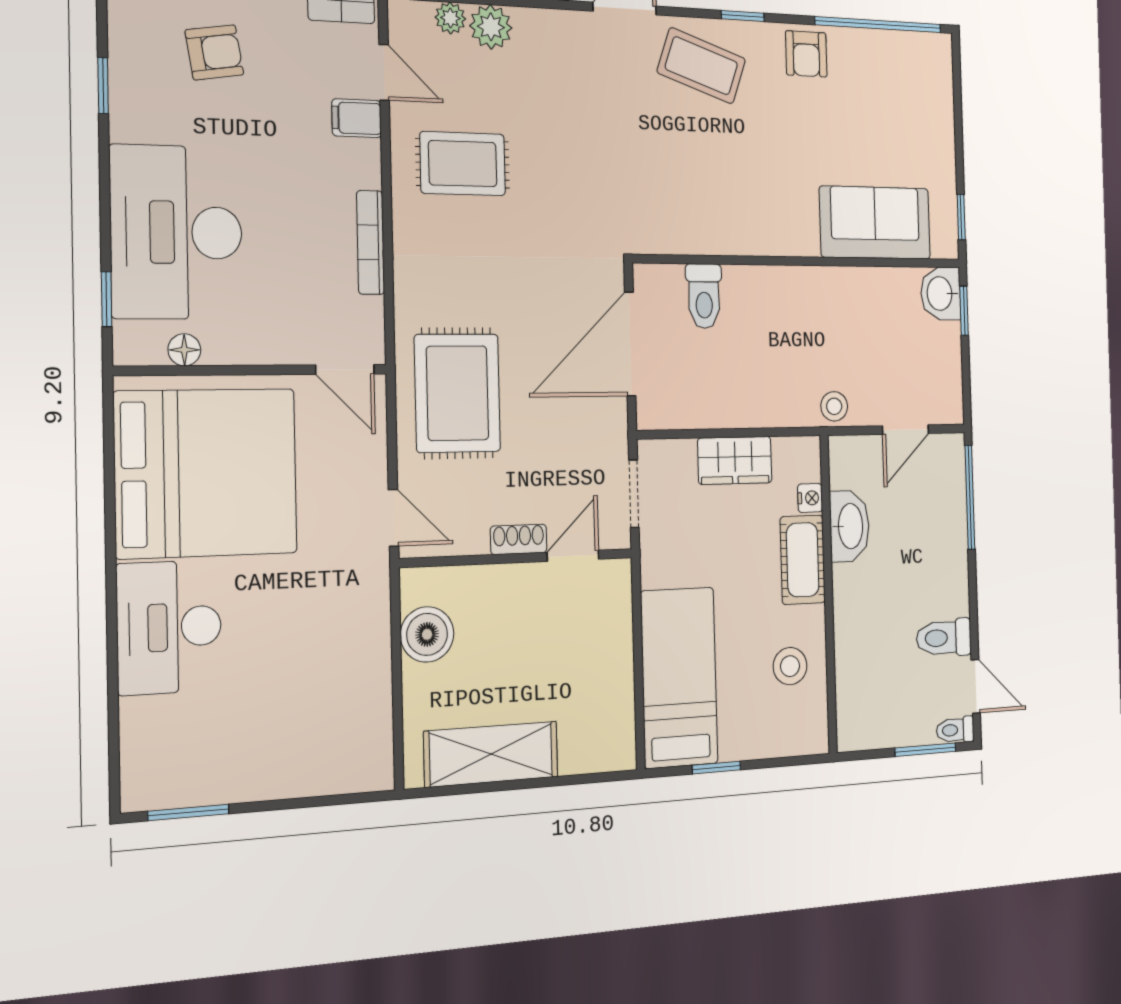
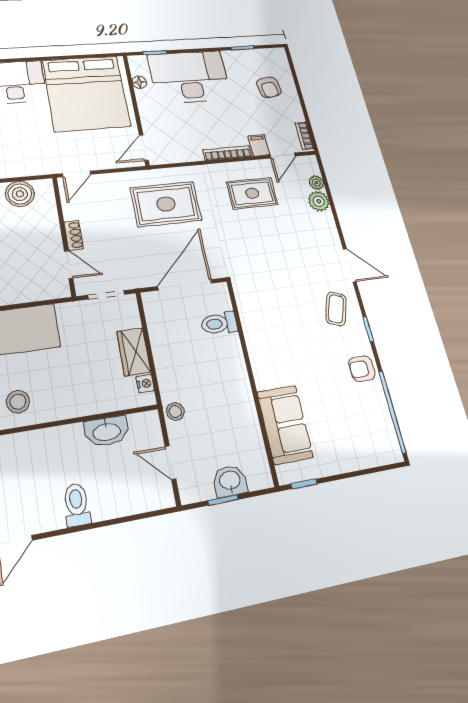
coffee table: (701, 66) -> (336, 309), width x0.73, depth x0.77
rug: (463, 164) -> (252, 193), turned 90
bookcase: (371, 242) -> (227, 153), moved
washbasin: (941, 294) -> (230, 481), moved
window: (964, 311) -> (223, 500), moved
door: (630, 344) -> (185, 285), hinge flipped
rug: (458, 393) -> (166, 204), moved
window: (970, 497) -> (137, 517), removed
nightstand: (810, 498) -> (145, 384), moved, turned -90
cot: (803, 560) -> (83, 402), removed
toilet: (944, 638) -> (77, 505), moved

